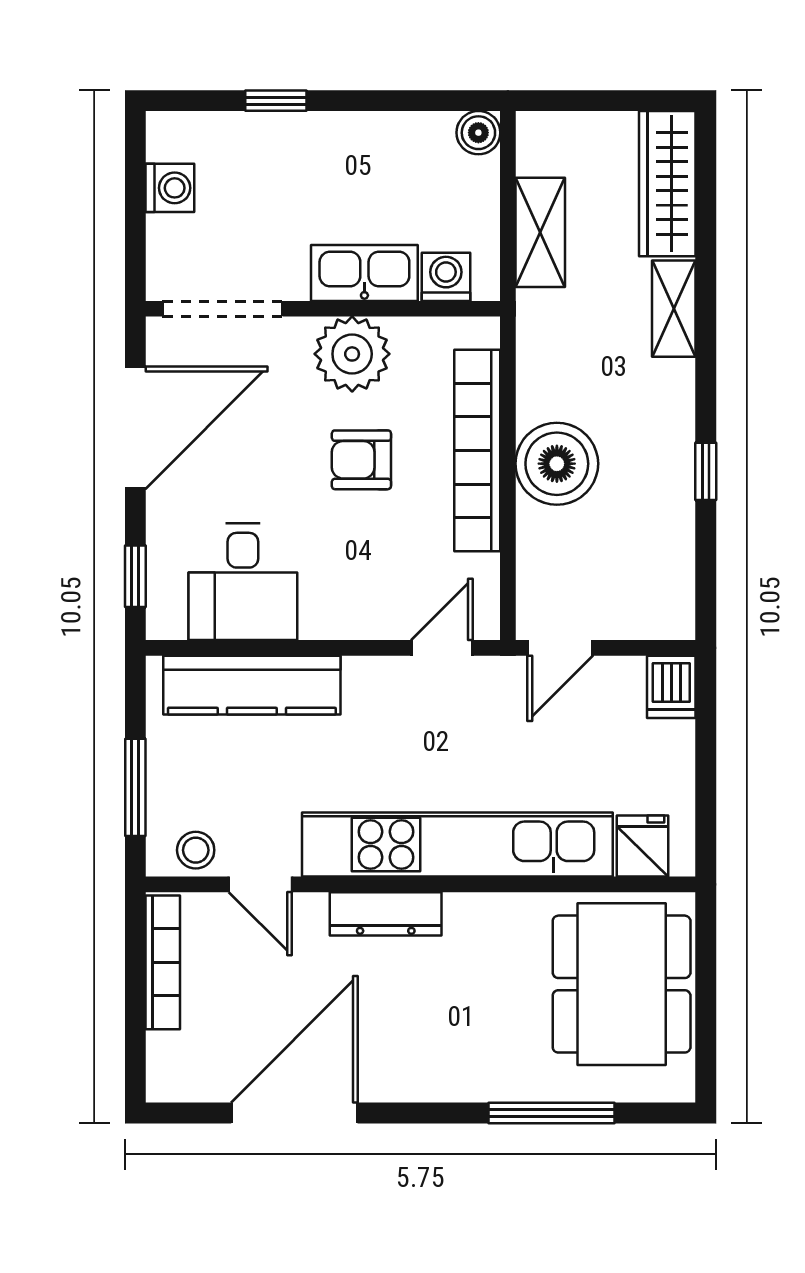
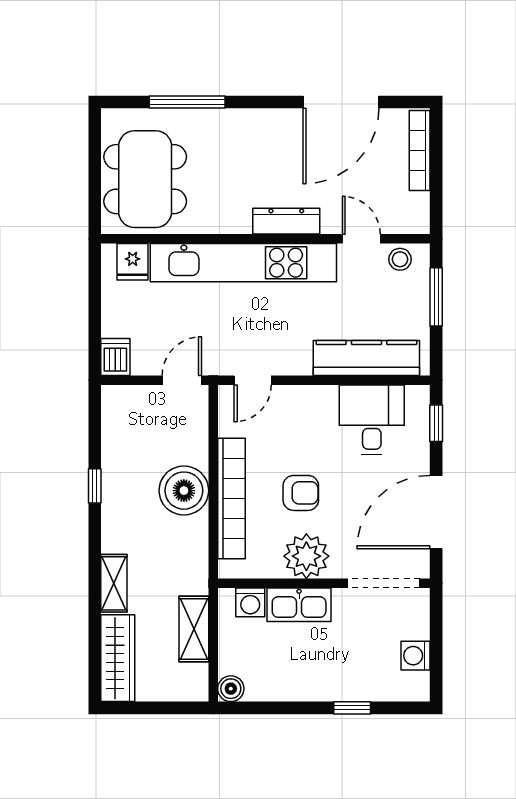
bookcase: (163, 962) -> (420, 151), moved

